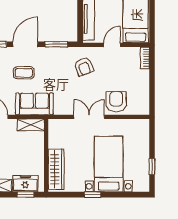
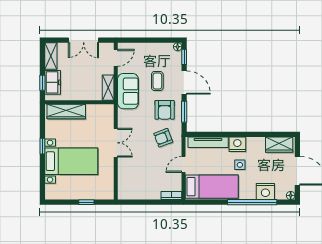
door: (112, 45) -> (184, 164), swing flipped
armchair: (116, 102) -> (165, 110), moved, turned 90
window: (152, 167) -> (86, 202), moved

